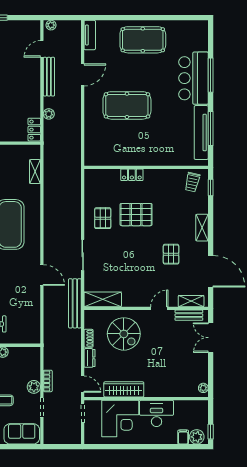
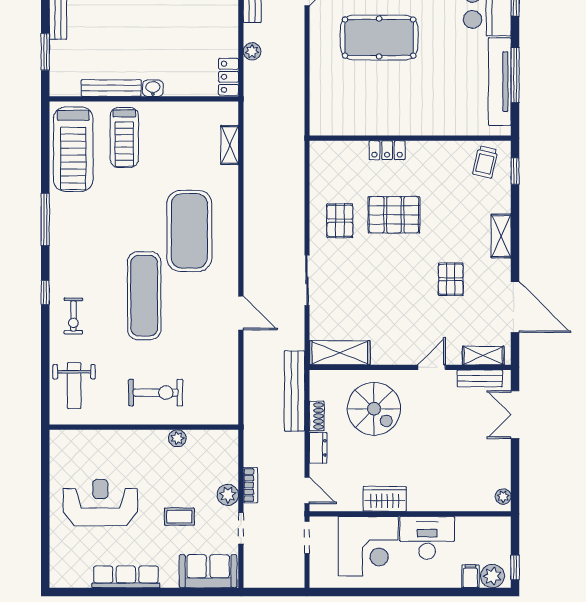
bench: (75, 303) -> (295, 391), moved
wardrobe: (124, 389) -> (385, 499), width x0.67

